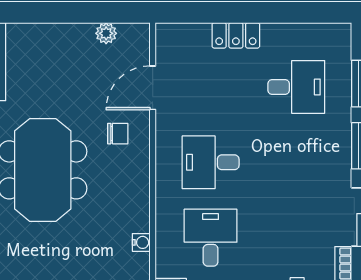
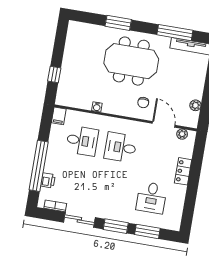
plant: (165, 49) -> (182, 134), added
desk: (211, 162) -> (121, 147), turned -90
water cooler: (141, 242) -> (97, 107), moved

